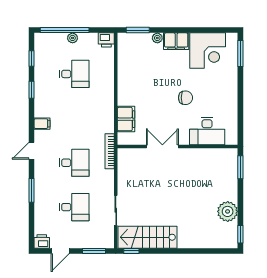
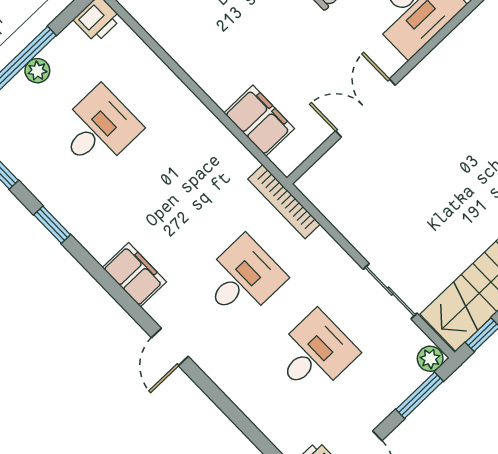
filing cabinet: (42, 124) -> (134, 275), width x2.00
door: (31, 151) -> (170, 347), moved
window: (31, 190) -> (216, 395), removed
plant: (108, 243) -> (430, 359), added

